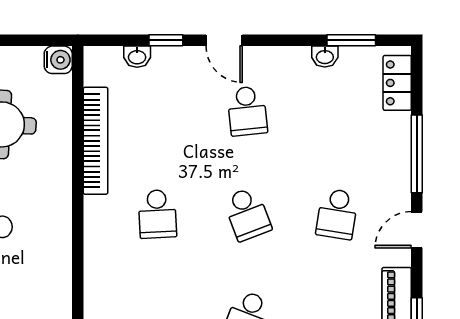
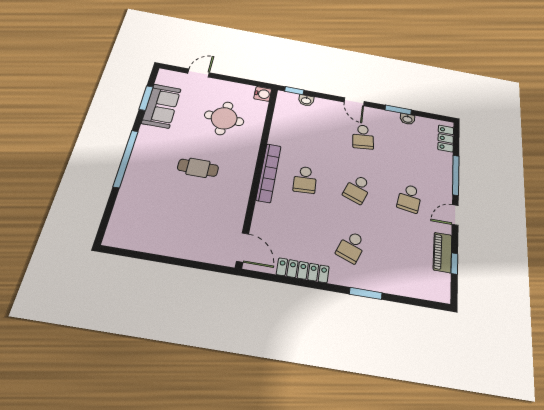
window: (166, 40) -> (294, 91), moved
window: (351, 40) -> (398, 110), moved
bookcase: (96, 141) -> (269, 173), moved
school desk: (247, 214) -> (357, 189), turned 42

